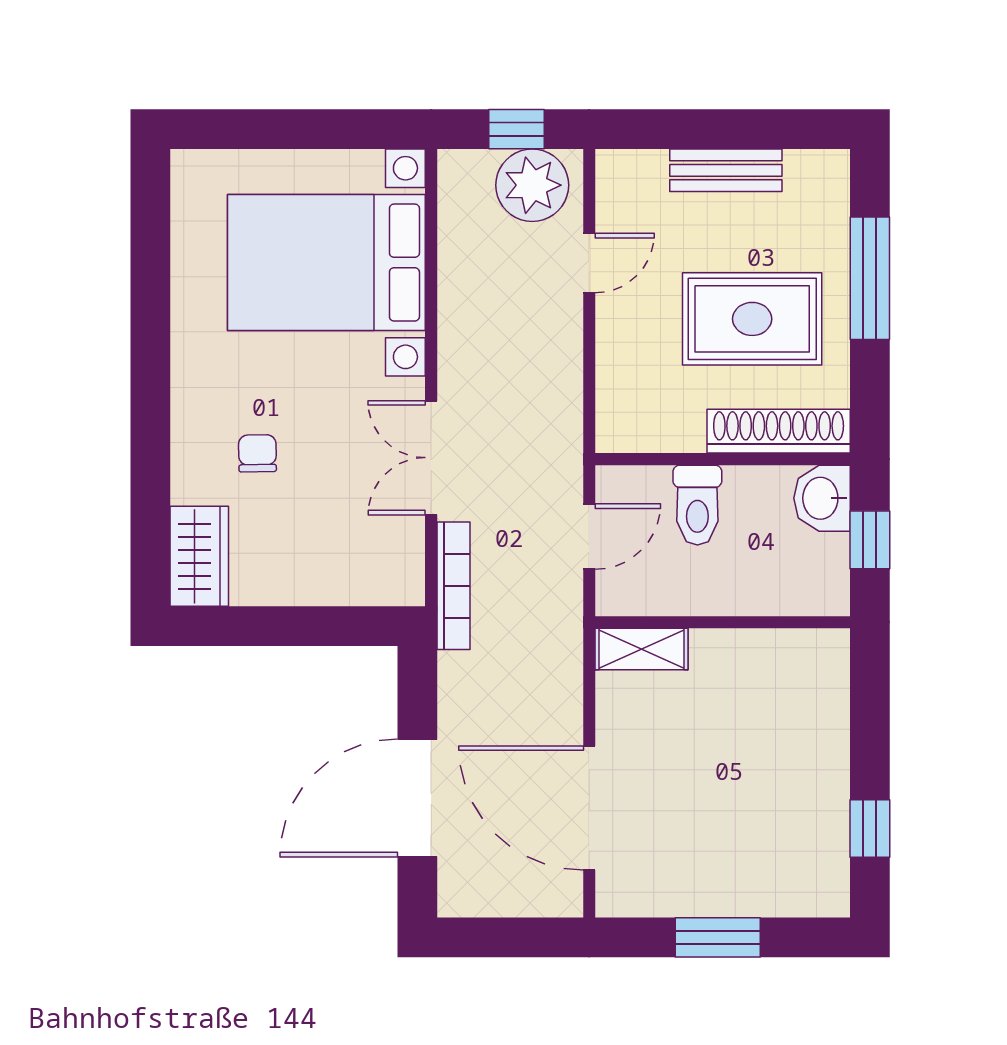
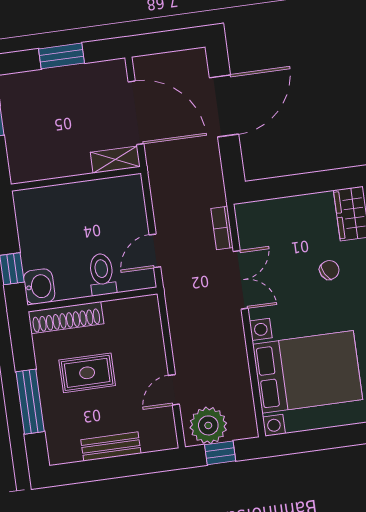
rug: (752, 319) -> (87, 373), width x0.73, depth x0.70
chair: (257, 453) -> (329, 270), turned -118
bookcase: (453, 586) -> (222, 228), width x0.64
wall: (723, 622) -> (76, 179), moved
shelving: (641, 649) -> (115, 160), moved

